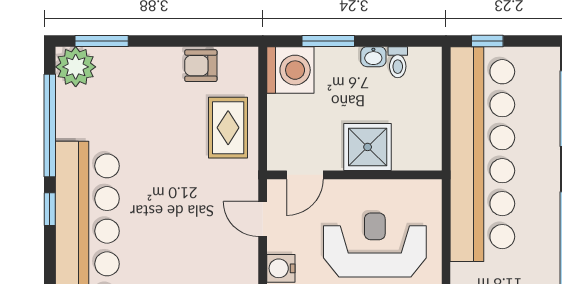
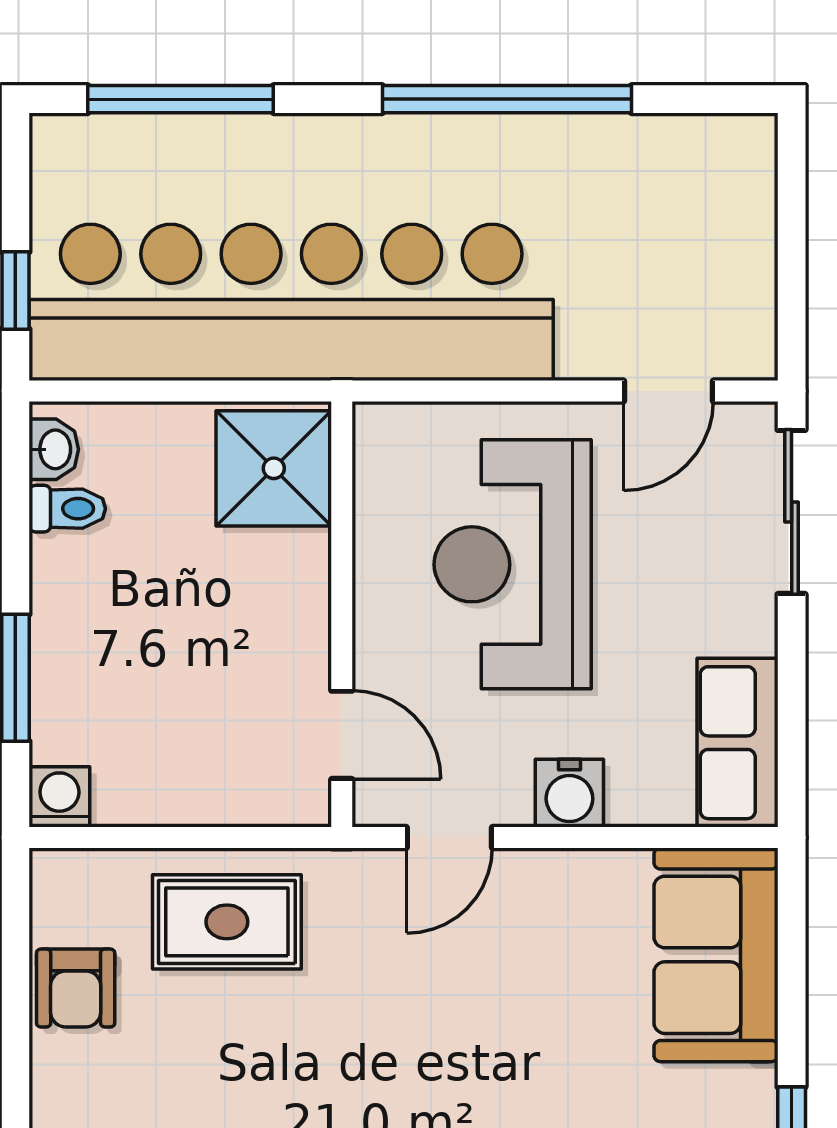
washbasin: (373, 57) -> (54, 449), moved
washing machine: (290, 70) -> (59, 797), width x0.53, depth x0.53
shower: (368, 147) -> (274, 468), moved

